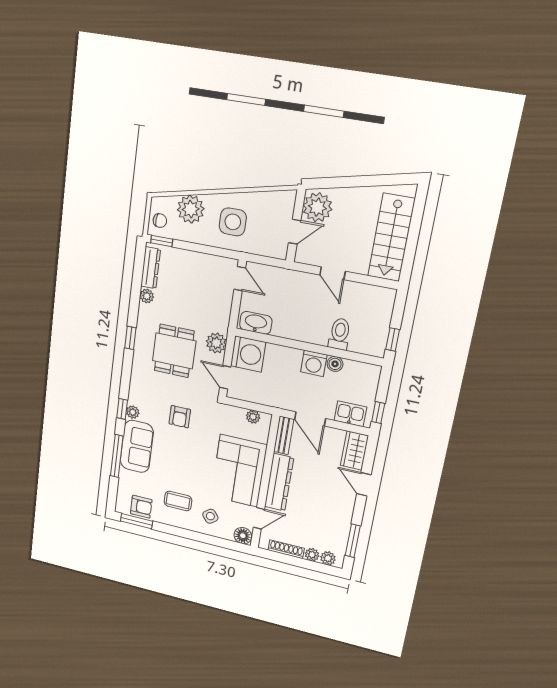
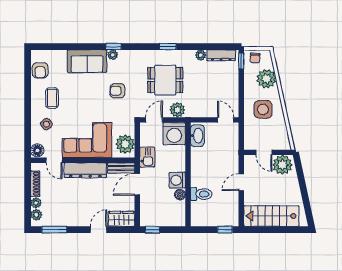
door: (240, 279) -> (226, 120), swing flipped
window: (393, 339) -> (225, 230), moved
kitchen sink: (350, 414) -> (147, 157), moved
plant: (253, 417) -> (125, 144), width x1.88, depth x1.88
window: (117, 456) -> (76, 47), removed
window: (136, 521) -> (28, 68), removed

